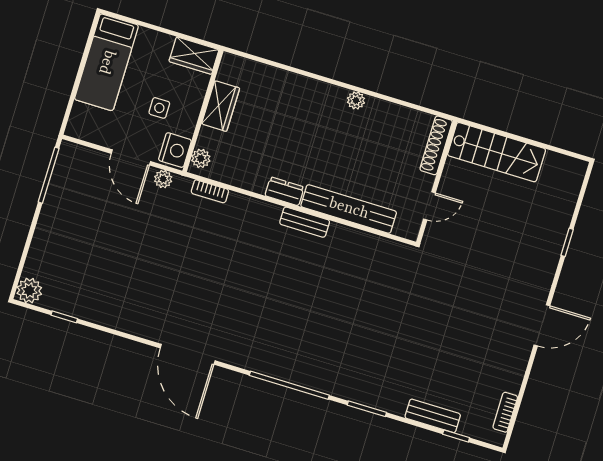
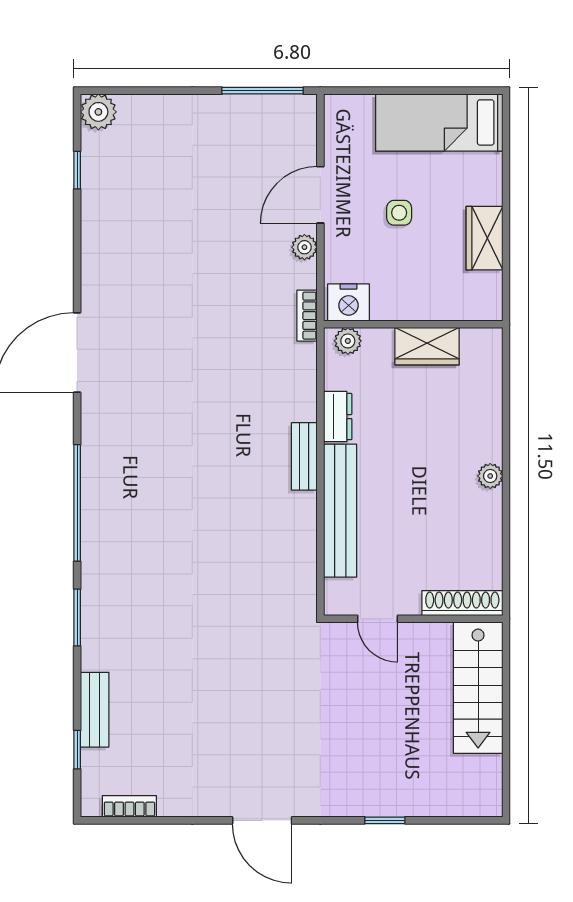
wardrobe: (221, 106) -> (427, 346), moved
wall: (203, 111) -> (413, 324), moved
nightstand: (175, 150) -> (349, 302), moved
plant: (201, 158) -> (348, 341), moved

